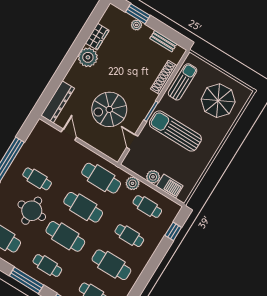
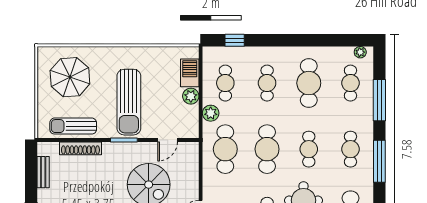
cafe table: (65, 236) -> (309, 149), width x0.73, depth x0.74

